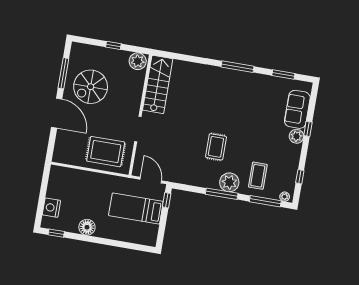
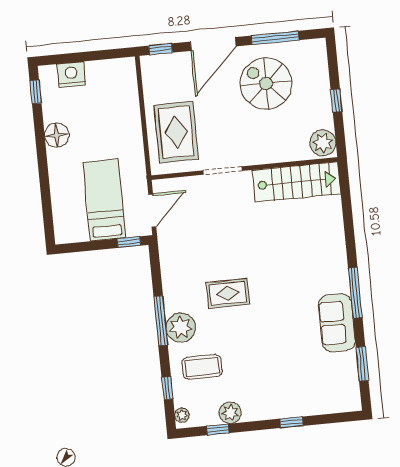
sofa: (297, 109) -> (337, 323), moved, turned -90
plant: (296, 136) -> (230, 413), moved
window: (51, 147) -> (160, 49), added
window: (265, 201) -> (167, 388), width x0.46

